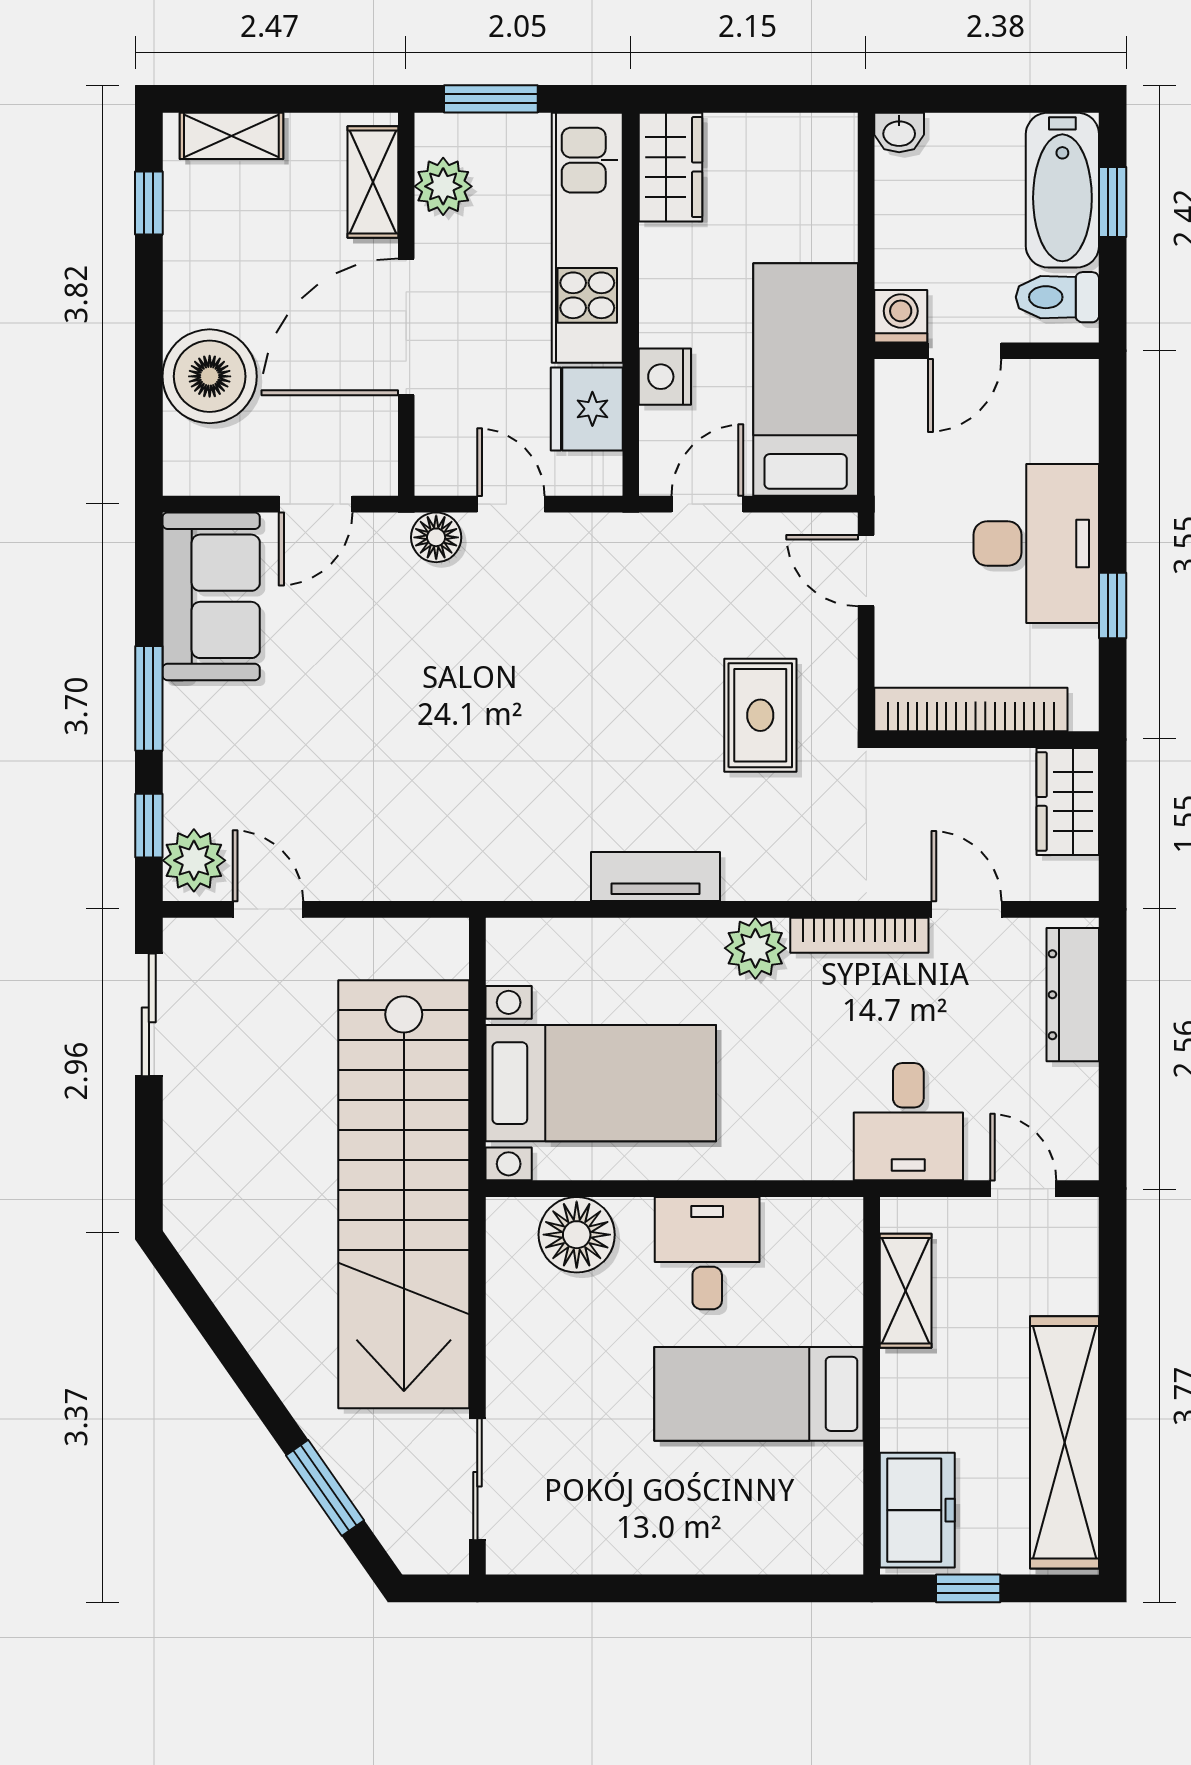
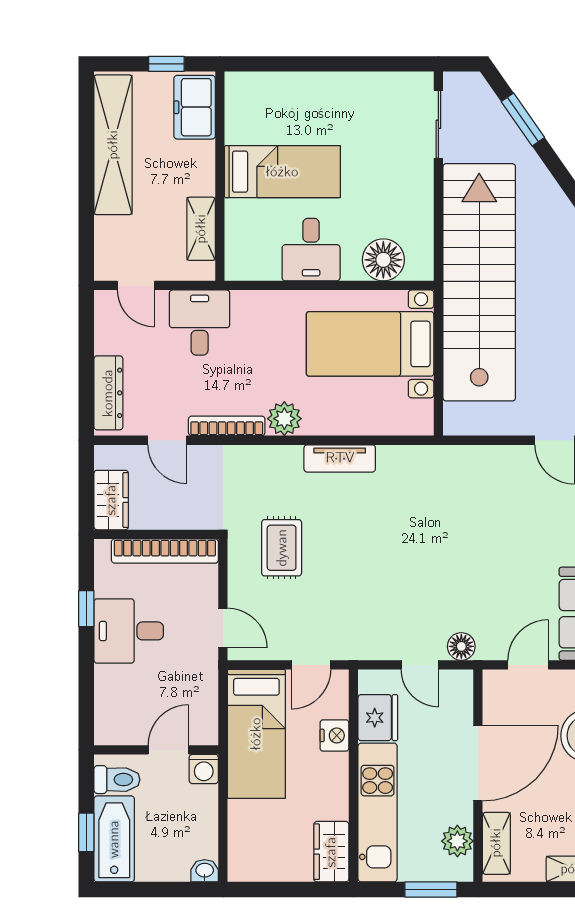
desk: (1036, 544) -> (129, 631), width x0.73

